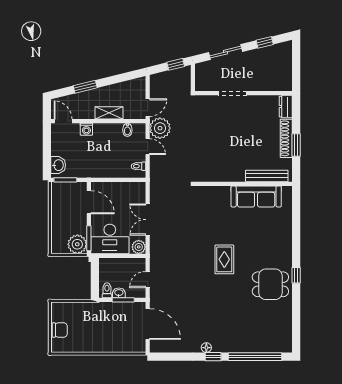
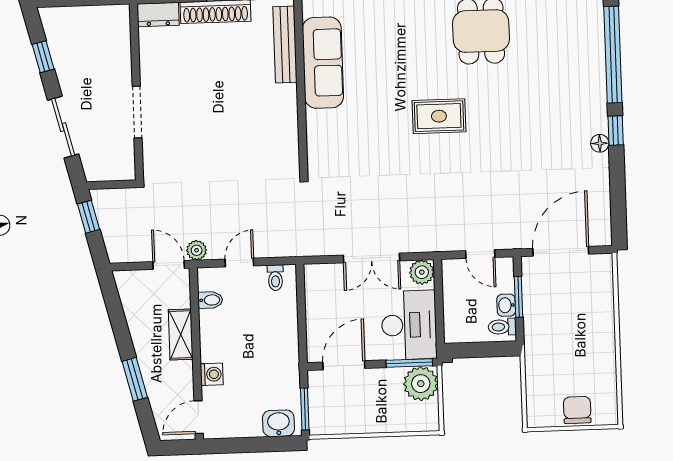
plant: (160, 128) -> (197, 250), width x0.53, depth x0.53

